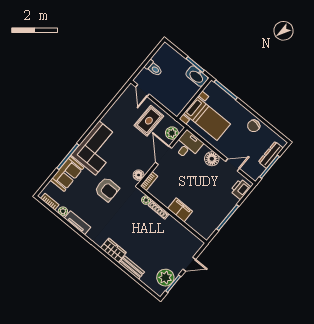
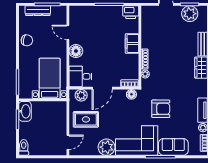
toilet: (154, 68) -> (24, 147), moved
plant: (112, 119) -> (107, 147), added
armchair: (107, 189) -> (161, 109), turned 90
printer: (240, 189) -> (131, 12), moved

